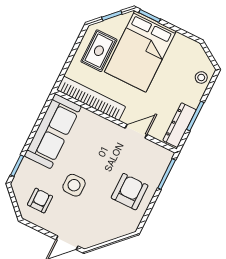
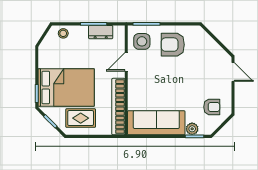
dresser: (180, 125) -> (101, 32), width x0.70
door: (136, 131) -> (126, 62), hinge flipped
plant: (27, 167) -> (192, 129), added
side table: (74, 185) -> (142, 41), moved
armchair: (40, 201) -> (212, 107), turned 180

